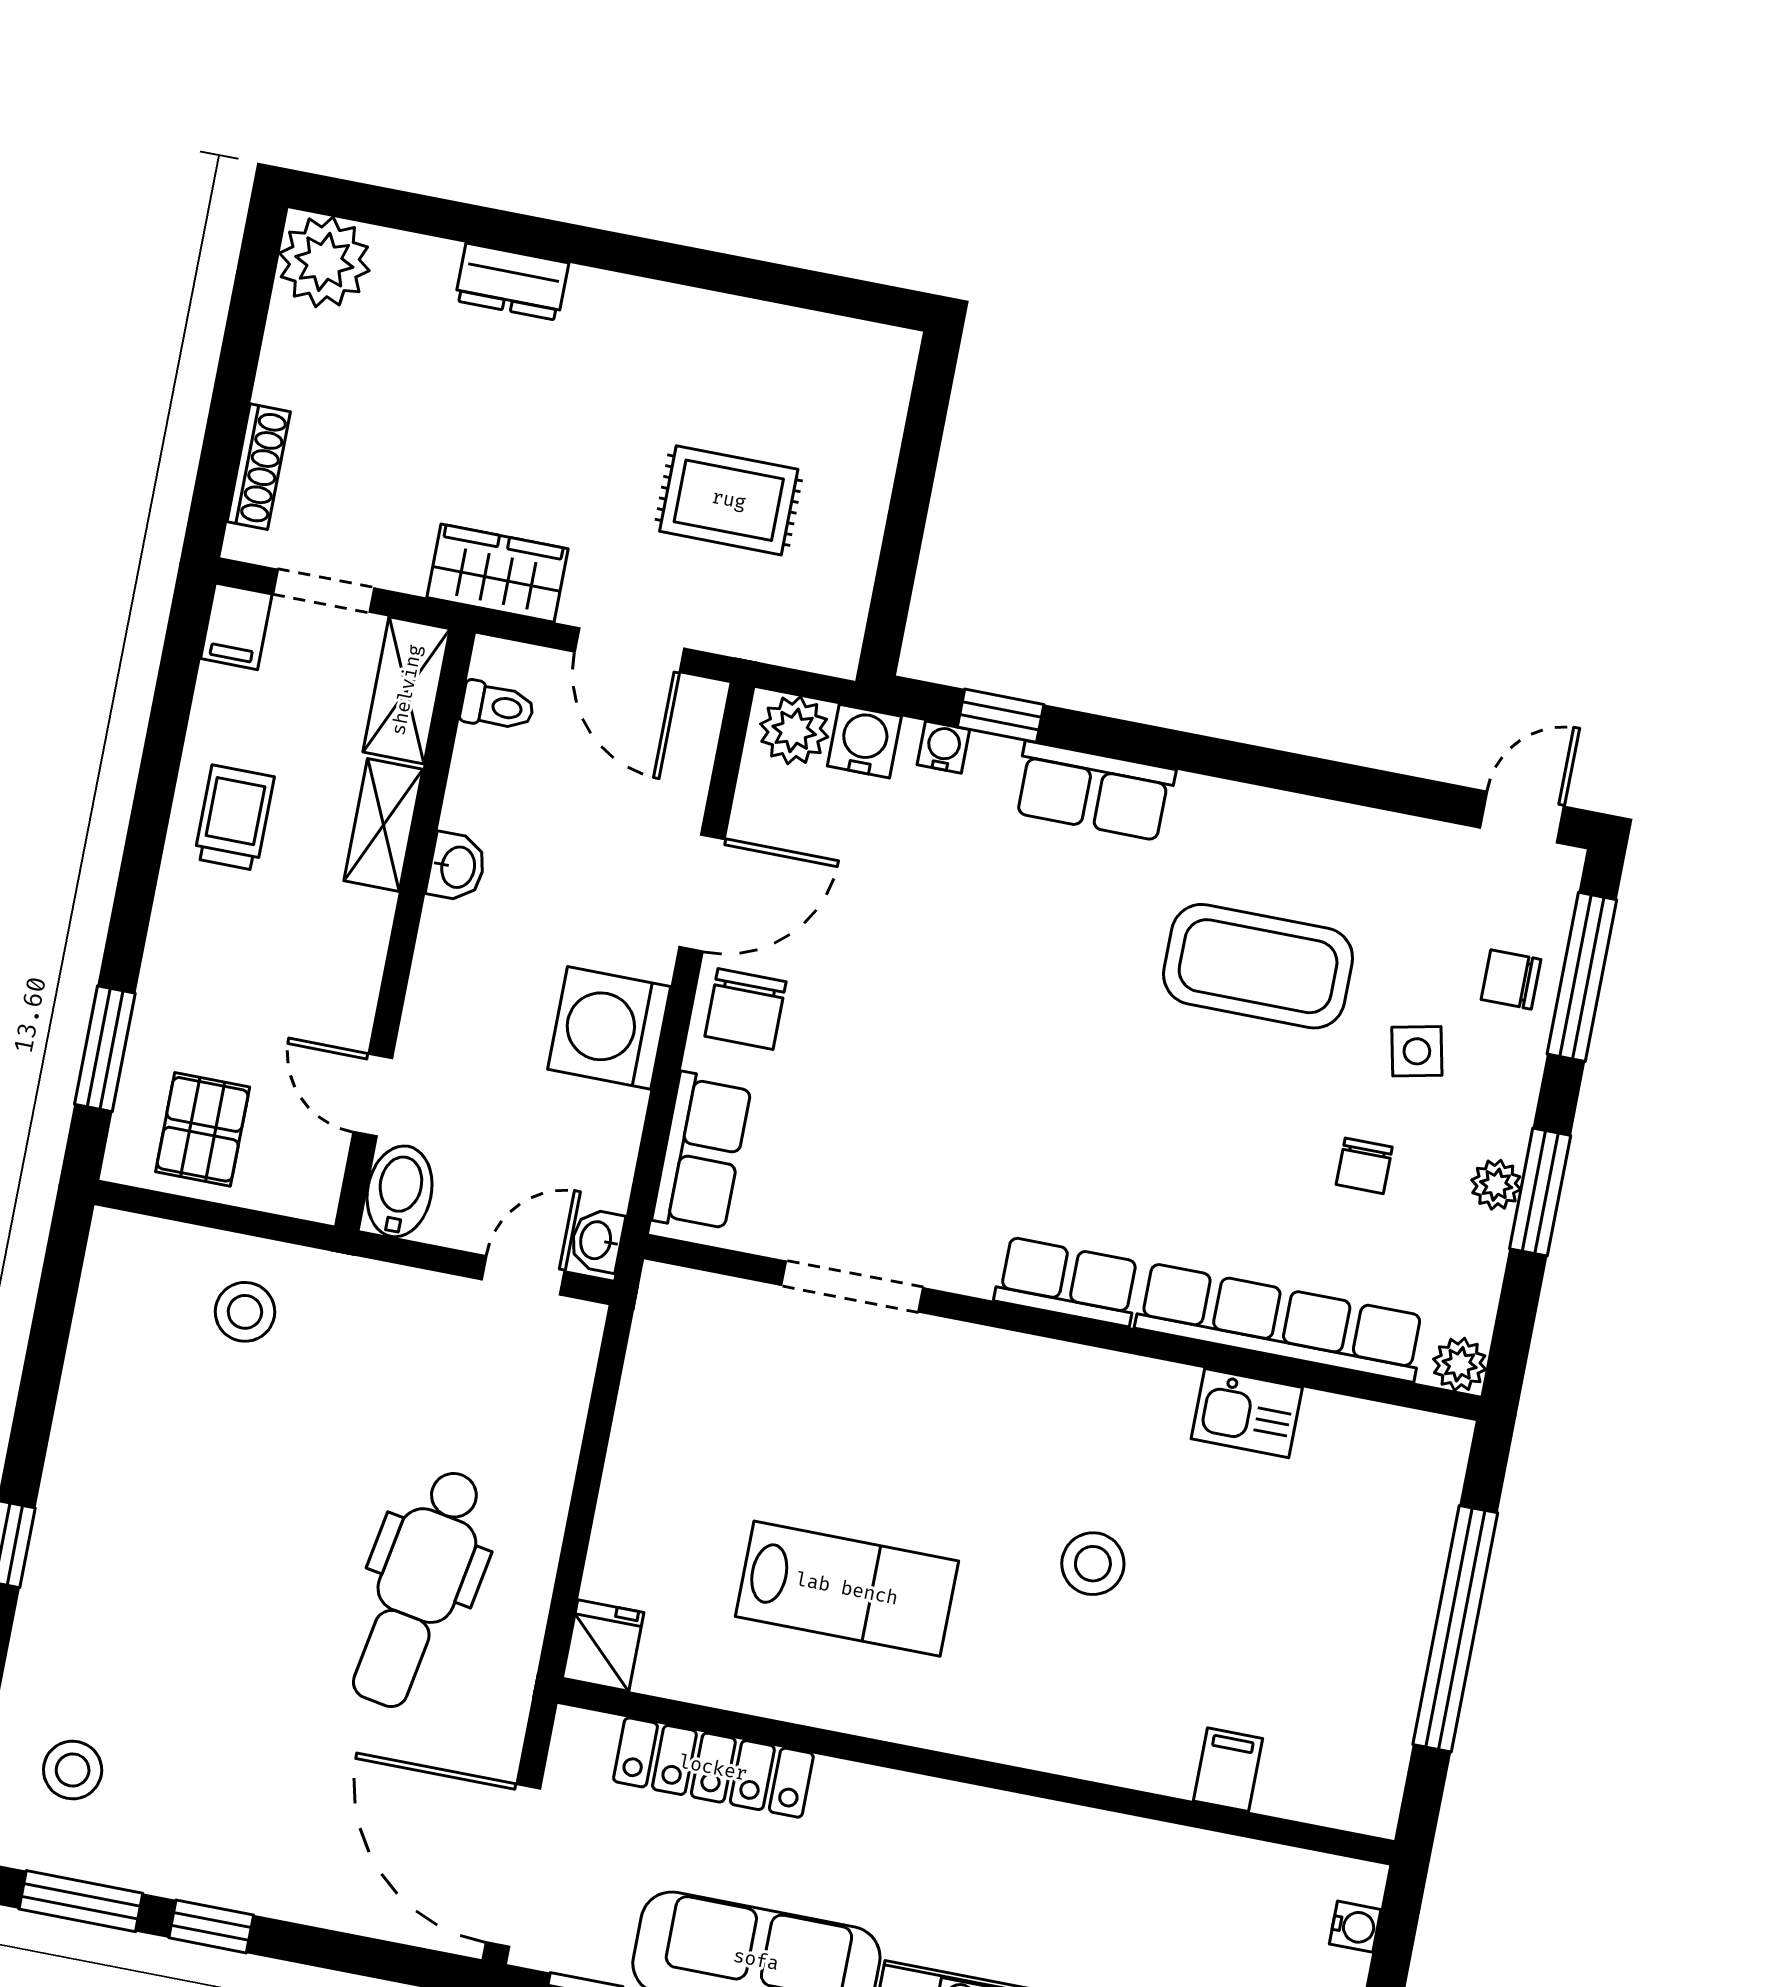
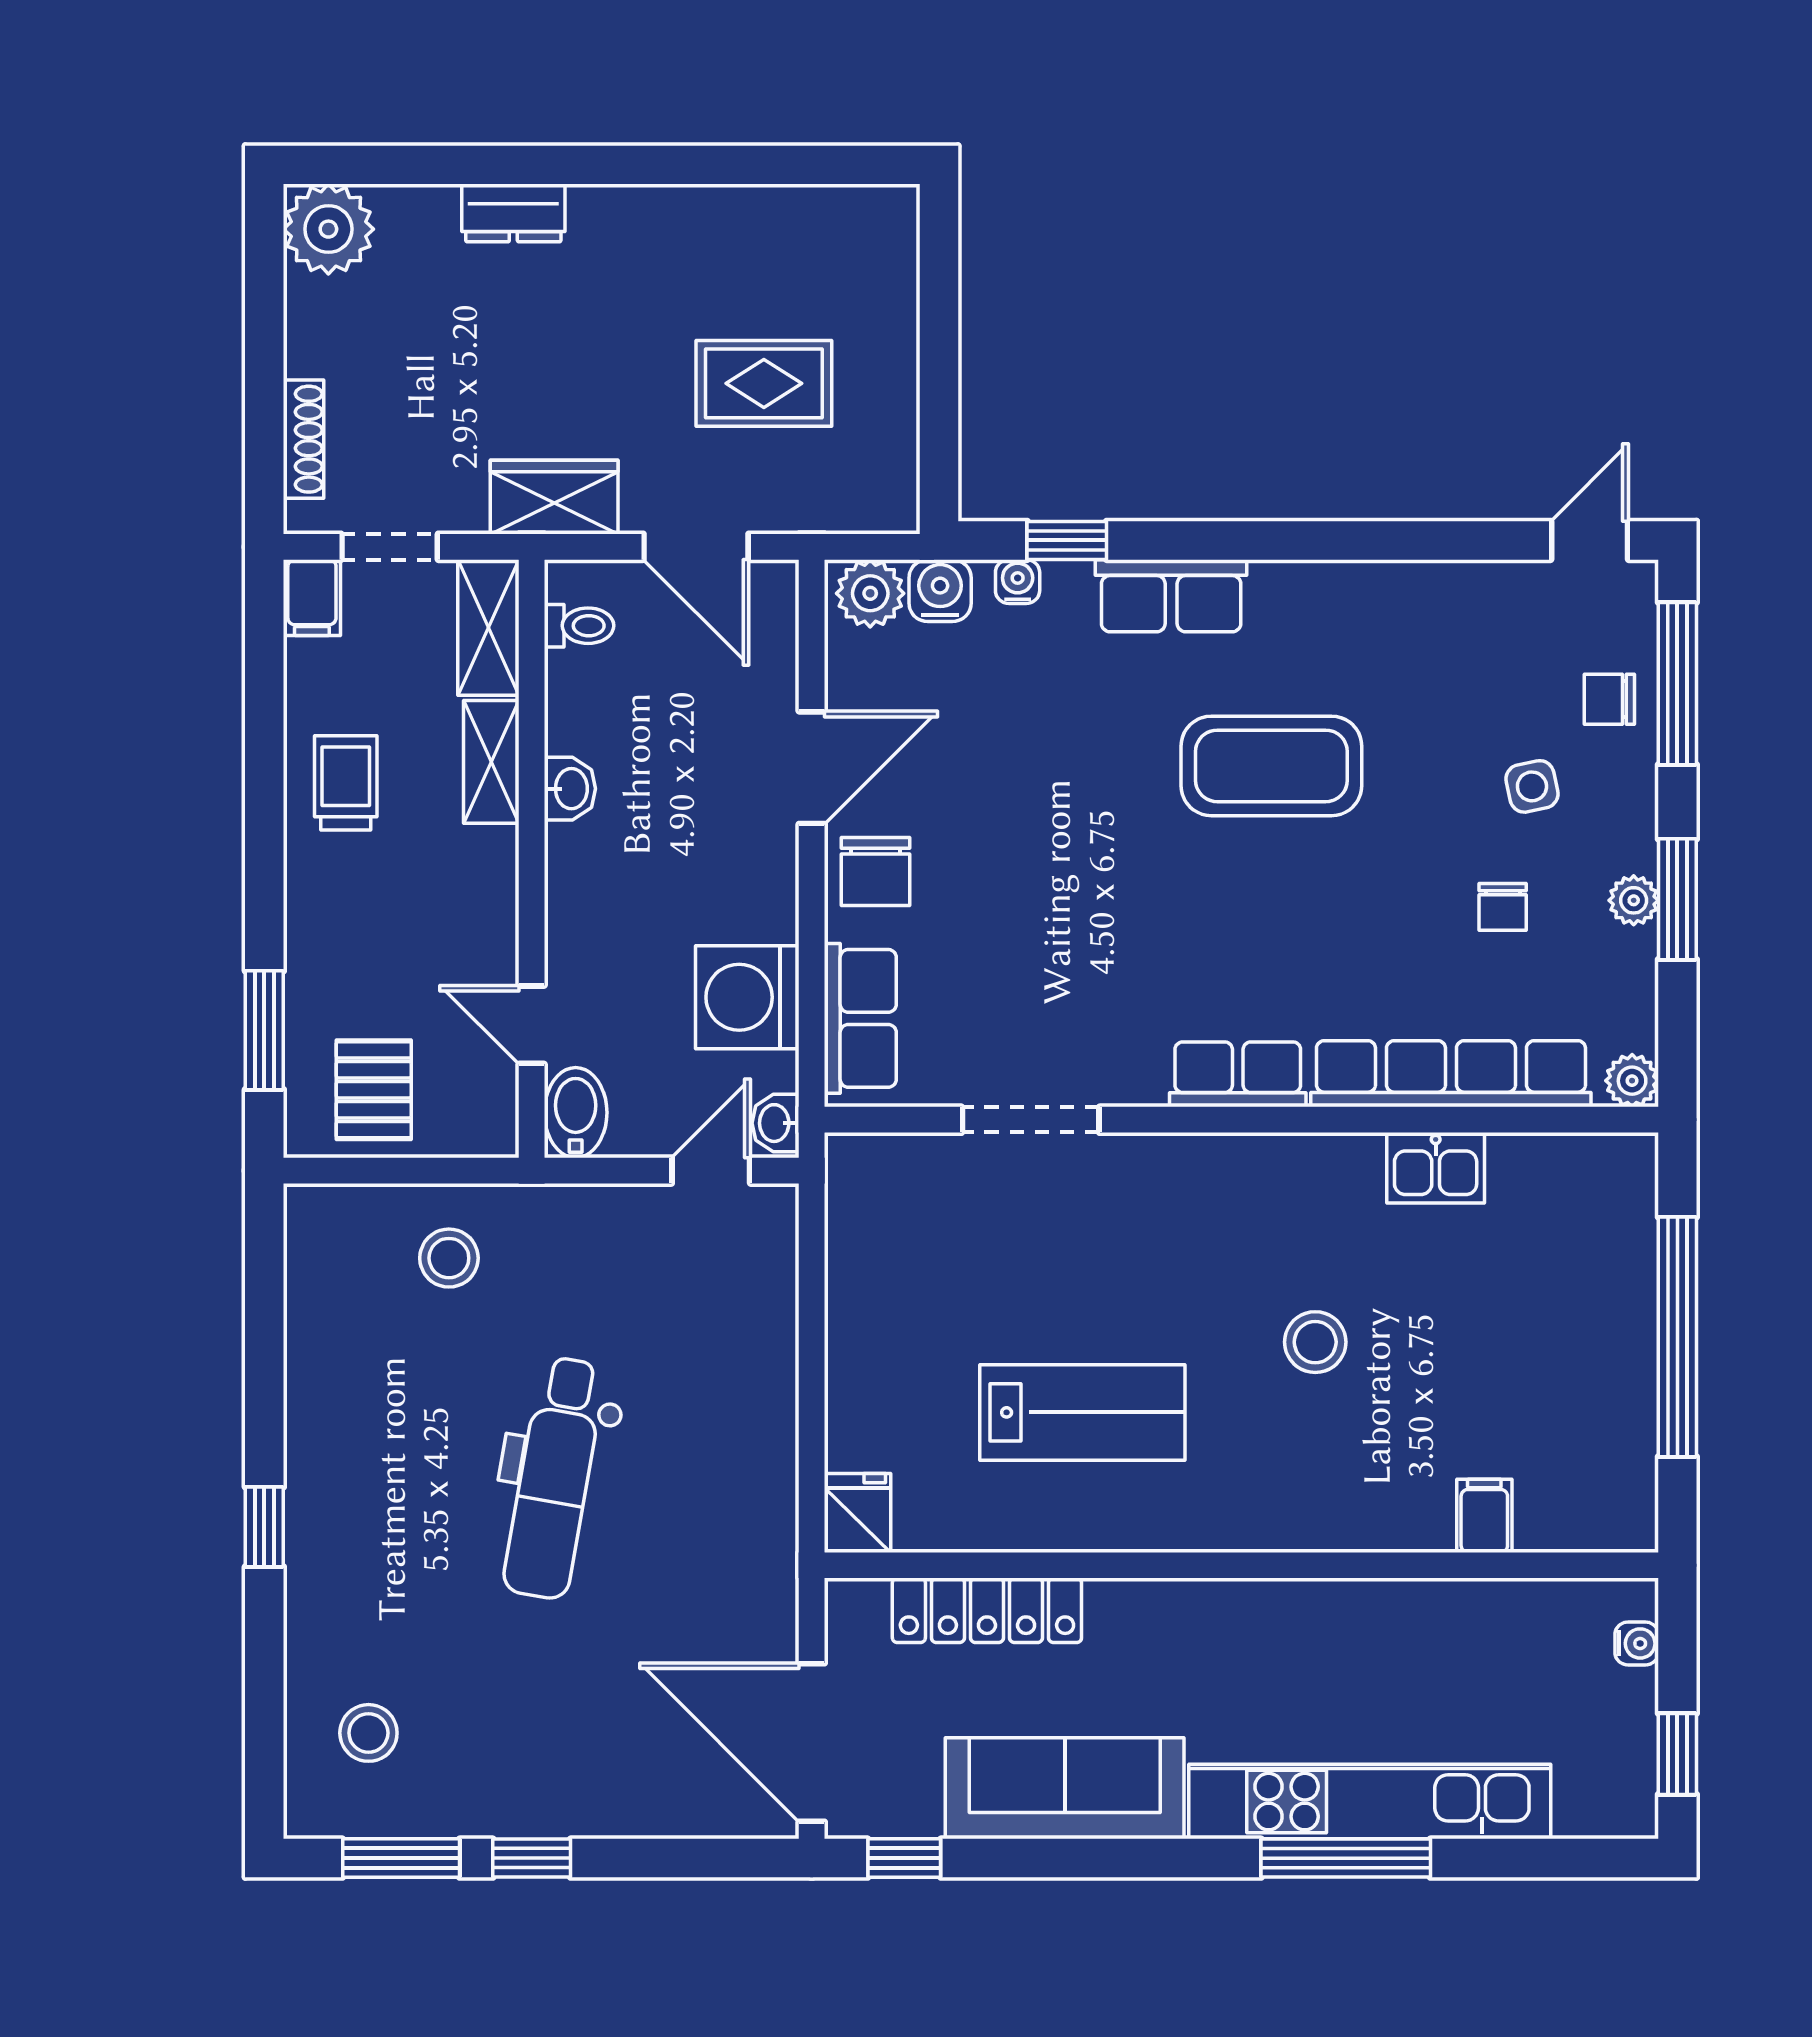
coffee table: (1258, 966) -> (1271, 766), moved
washing machine: (609, 1028) -> (747, 997), moved
dental chair: (418, 1588) -> (554, 1478), moved

